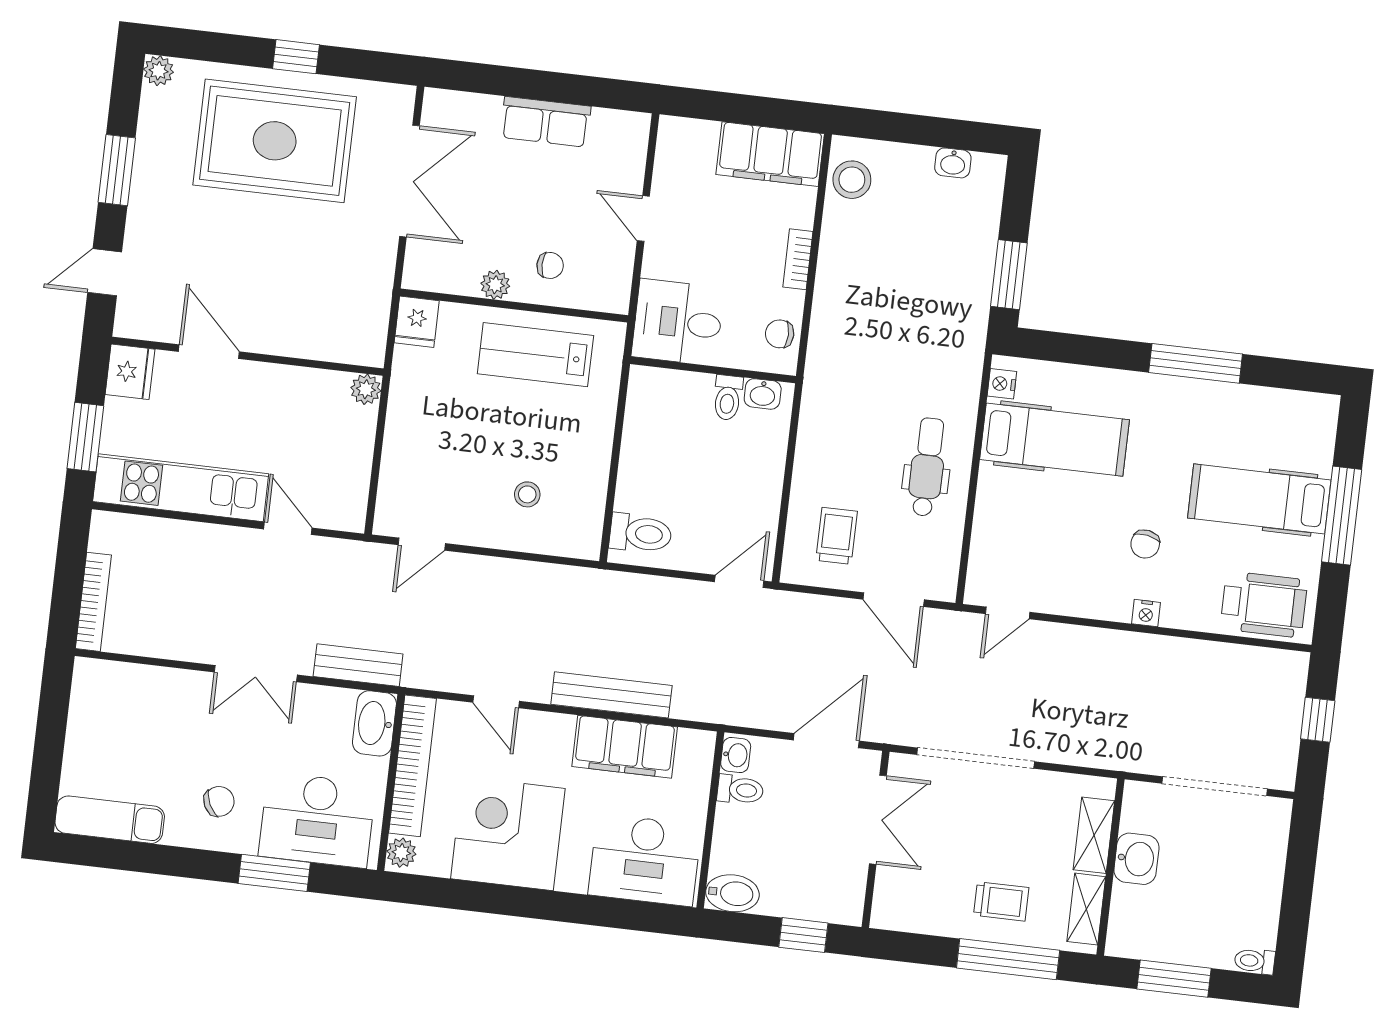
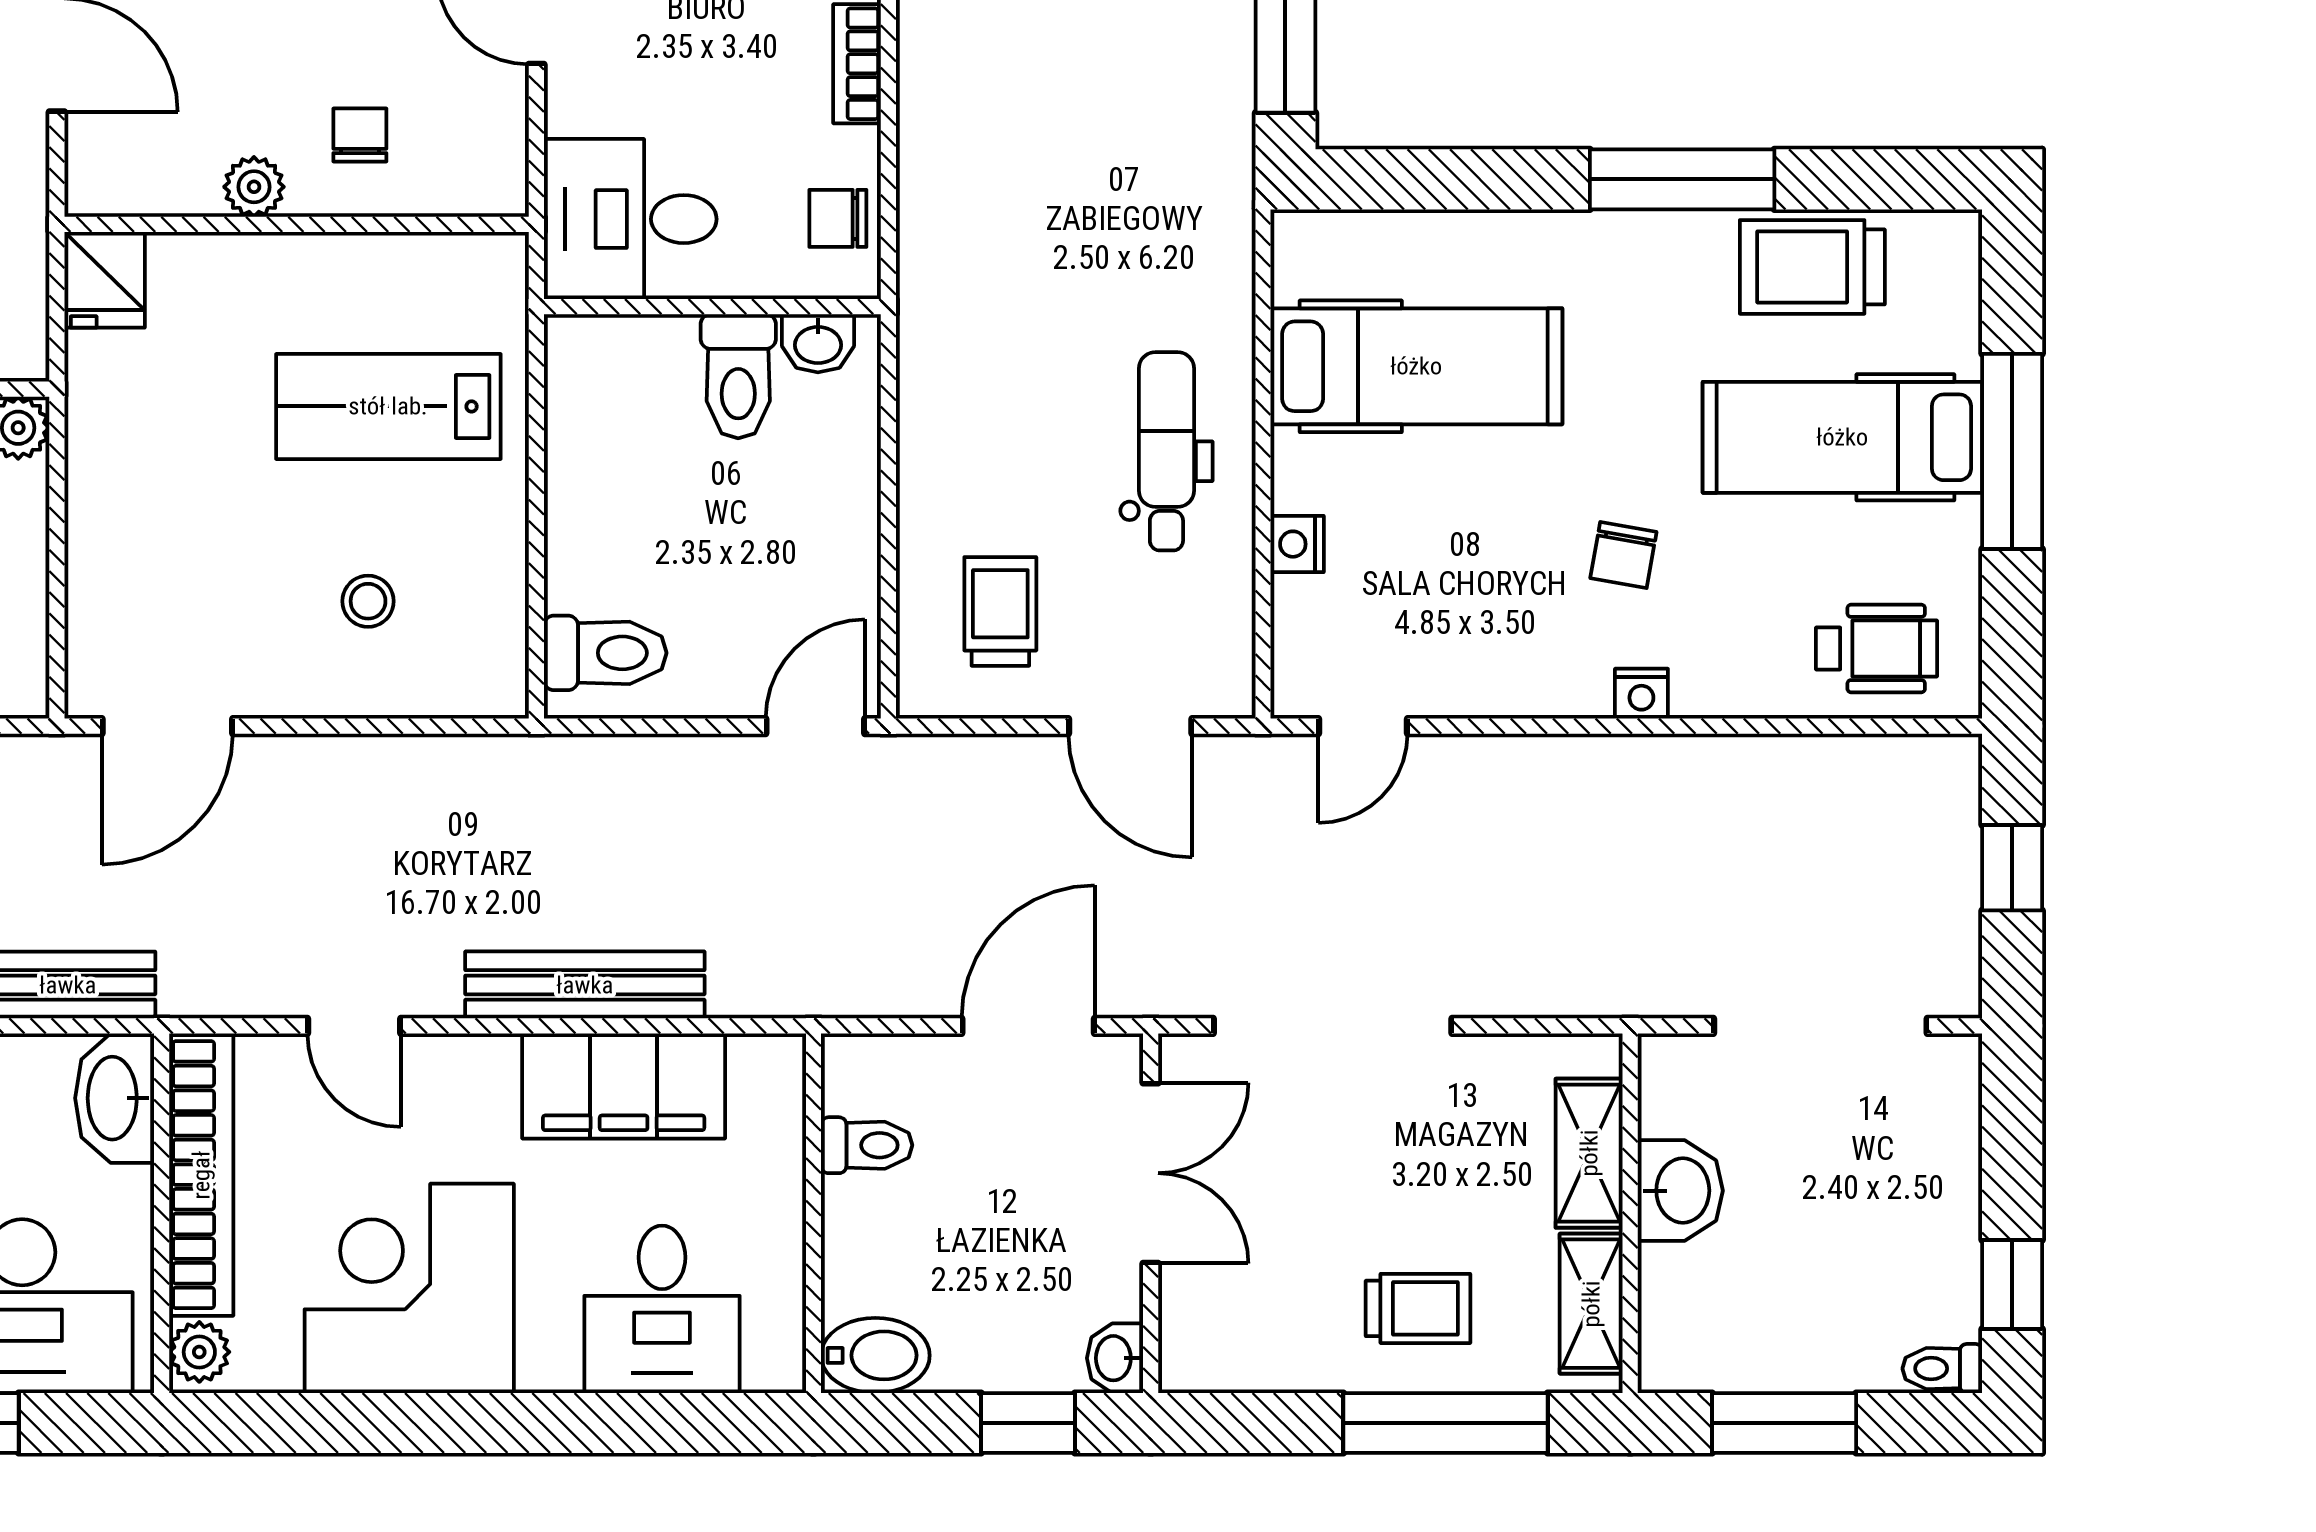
chair: (550, 265) -> (360, 135), turned -90
lab bench: (535, 355) -> (388, 406), moved
nightstand: (1002, 384) -> (1297, 544), moved
toilet: (728, 398) -> (738, 376), width x1.37, depth x1.39
trolley: (1254, 414) -> (1812, 267), added
door: (422, 544) -> (167, 726), width x1.38
wheelchair: (1264, 604) -> (1876, 648), width x0.73, depth x0.73
washbasin: (736, 755) -> (1115, 1358), moved, turned 180
desk: (645, 860) -> (662, 1309), width x0.73
window: (1294, 924) -> (2012, 1284), added

